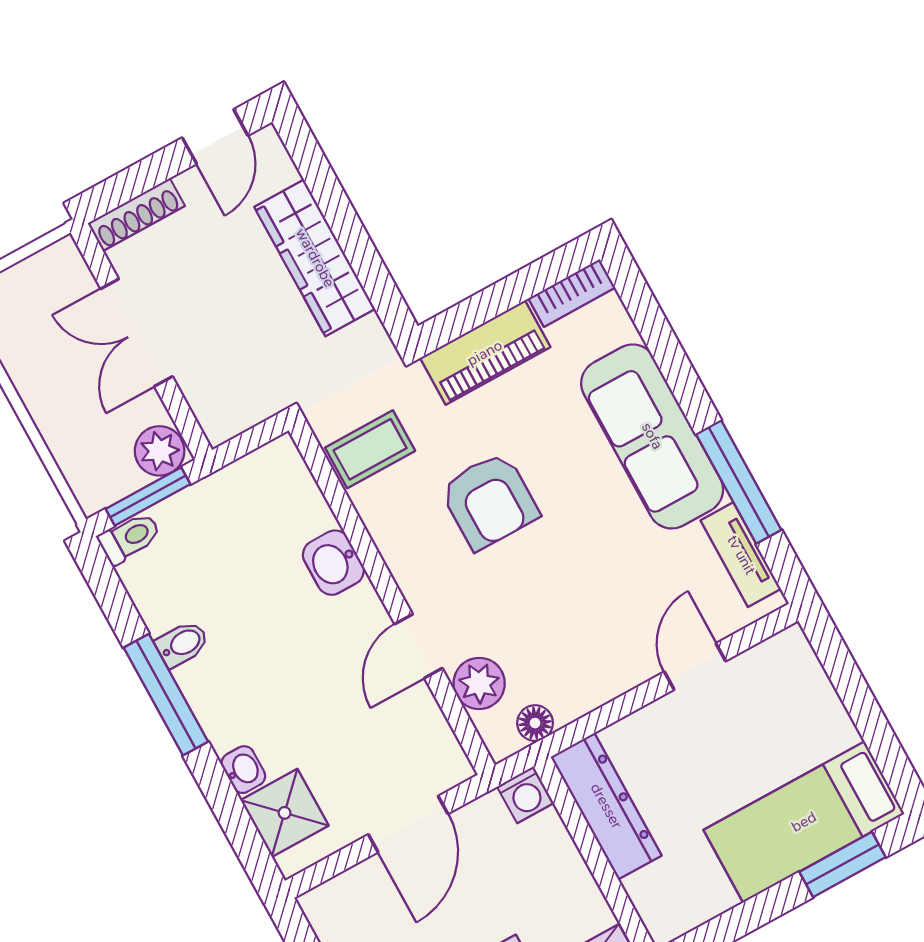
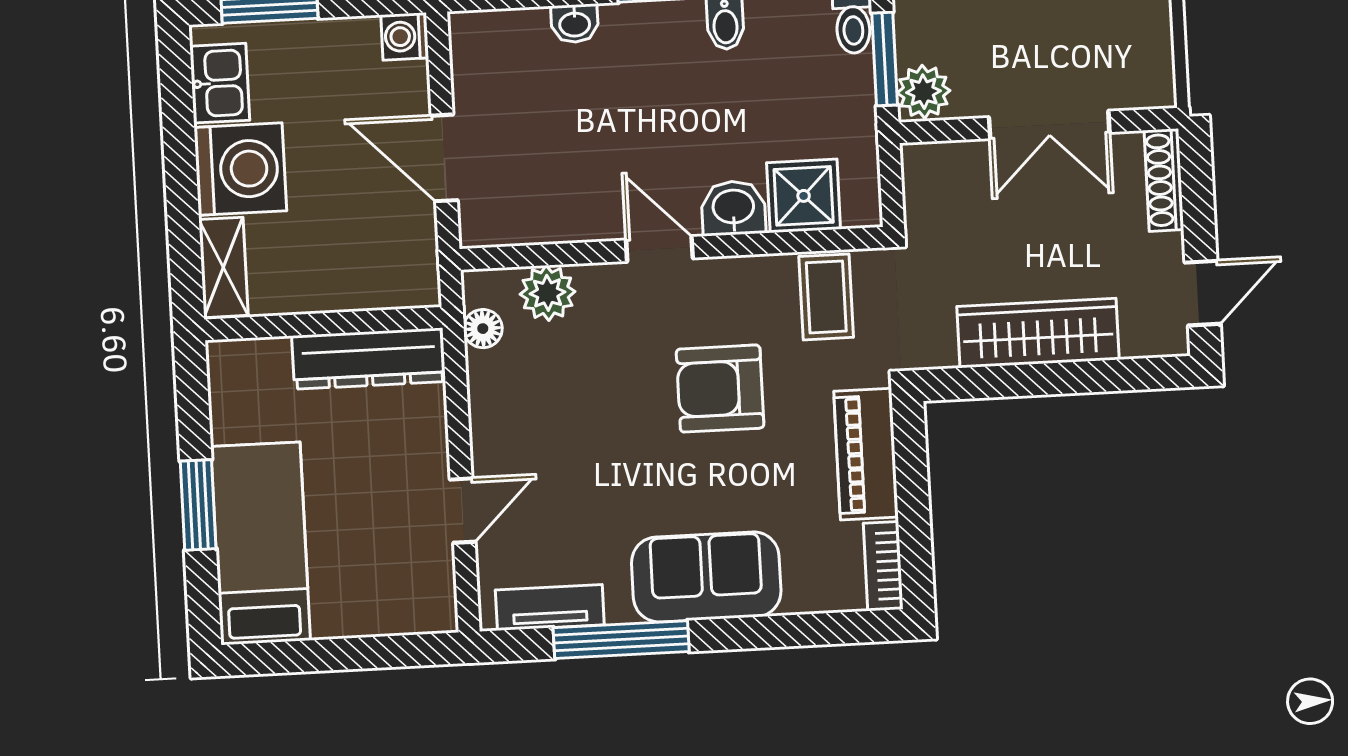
door: (215, 137) -> (1203, 293), swing flipped
double door: (137, 333) -> (1049, 125), swing flipped
sofa: (652, 436) -> (706, 577), width x0.73
door: (418, 646) -> (659, 249), moved
door: (695, 666) -> (463, 511), hinge flipped
washing machine: (525, 795) -> (405, 36), moved
shower: (285, 813) -> (804, 196), moved
window: (842, 864) -> (198, 505), moved

